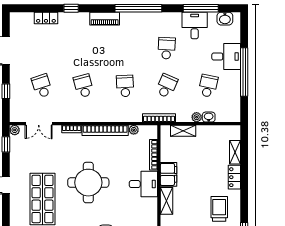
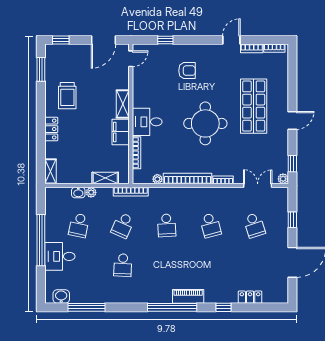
window: (138, 8) -> (172, 307), moved
desk: (195, 25) -> (93, 289), removed
shelving: (235, 152) -> (51, 171), moved

